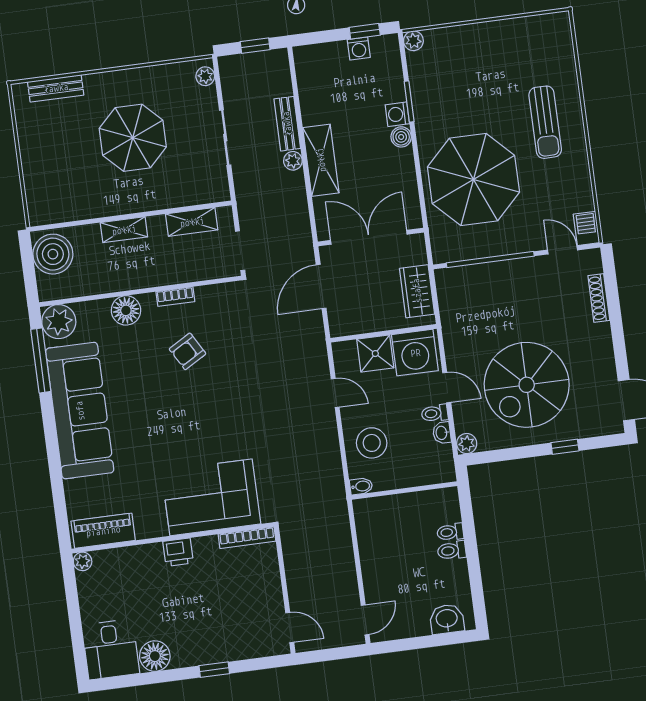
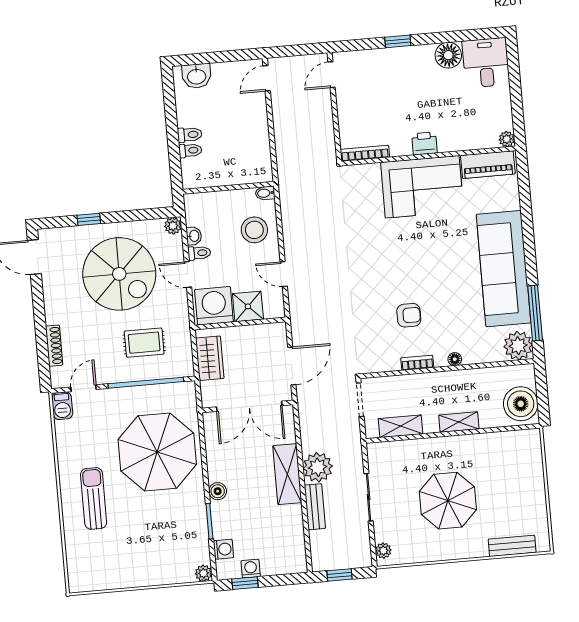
washing machine: (397, 114) -> (223, 549), moved
plant: (293, 161) -> (318, 467), width x1.87, depth x1.87
door: (563, 250) -> (83, 388), swing flipped
rug: (494, 306) -> (144, 343), added
floor lamp: (126, 310) -> (455, 359), width x0.53, depth x0.53
armchair: (188, 351) -> (409, 315), turned 30
spiral stairs: (527, 385) -> (119, 274), turned 90
corner sofa: (211, 497) -> (422, 187), moved
door: (290, 628) -> (332, 75), hinge flipped

